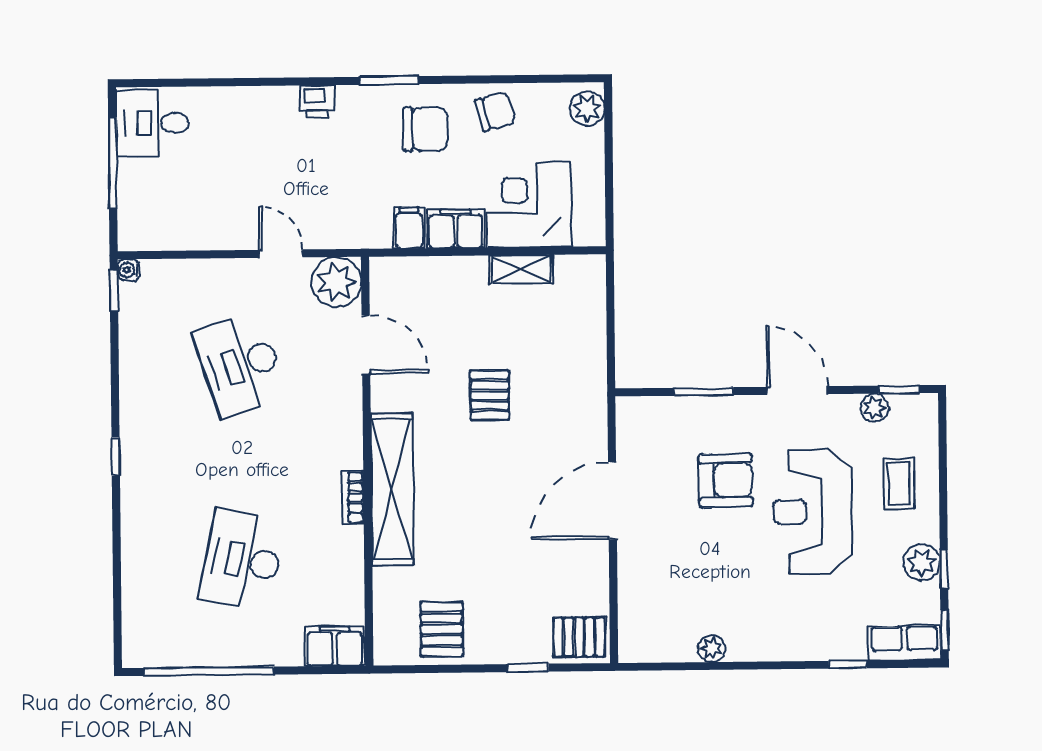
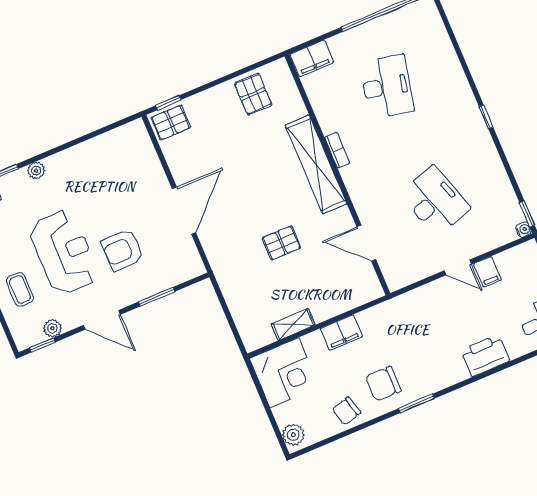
printer: (317, 101) -> (485, 356), moved, width x1.87, depth x1.48
corner desk: (529, 205) -> (284, 373), moved
filing cabinet: (409, 228) -> (487, 272), moved
door: (281, 254) -> (458, 267), moved
plant: (336, 282) -> (399, 272), removed
pallet: (490, 395) -> (281, 243), turned 90
plant: (712, 649) -> (36, 171), moved
window: (528, 668) -> (168, 103), moved

